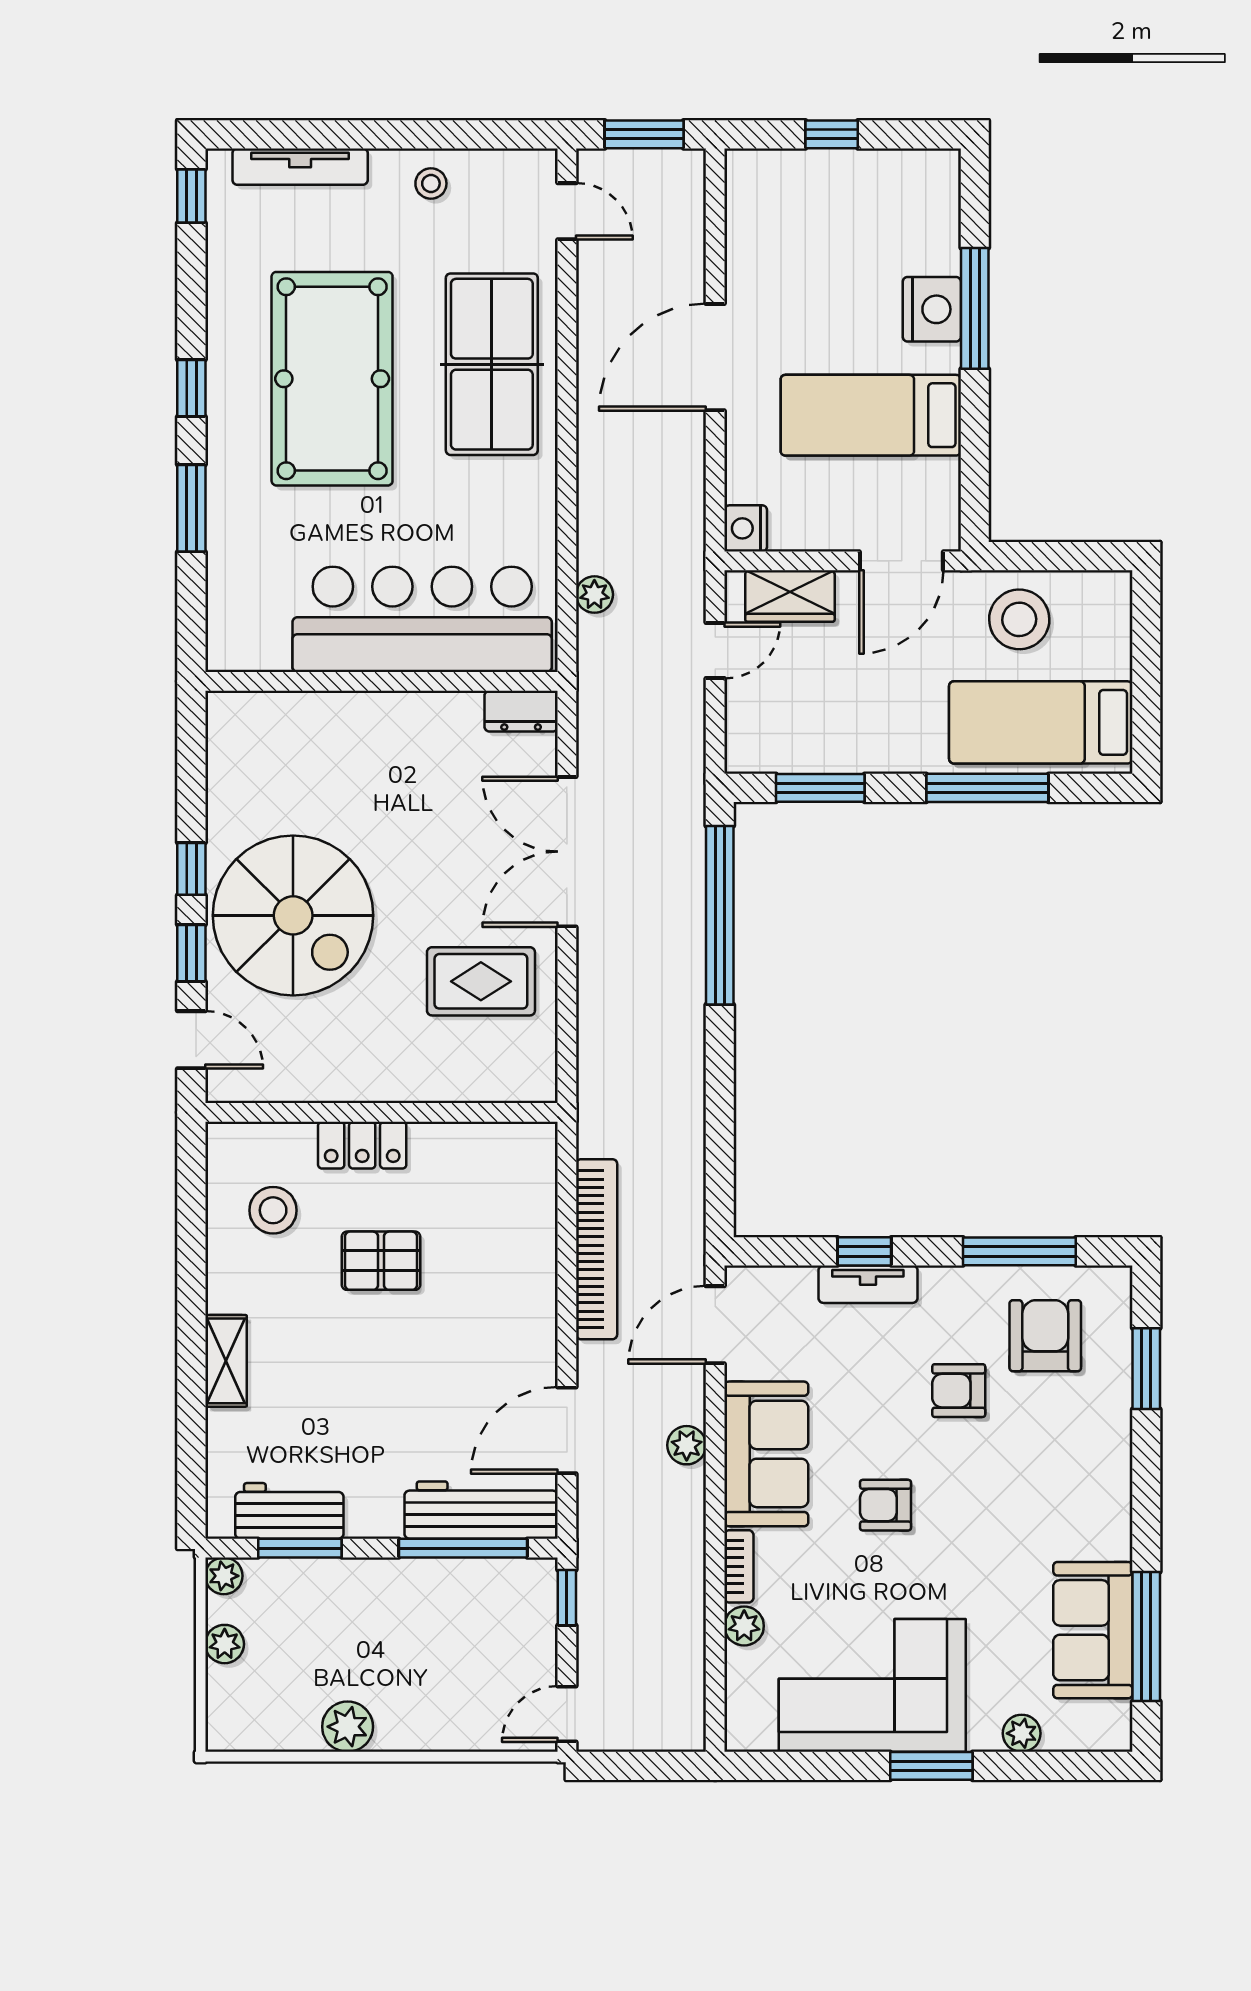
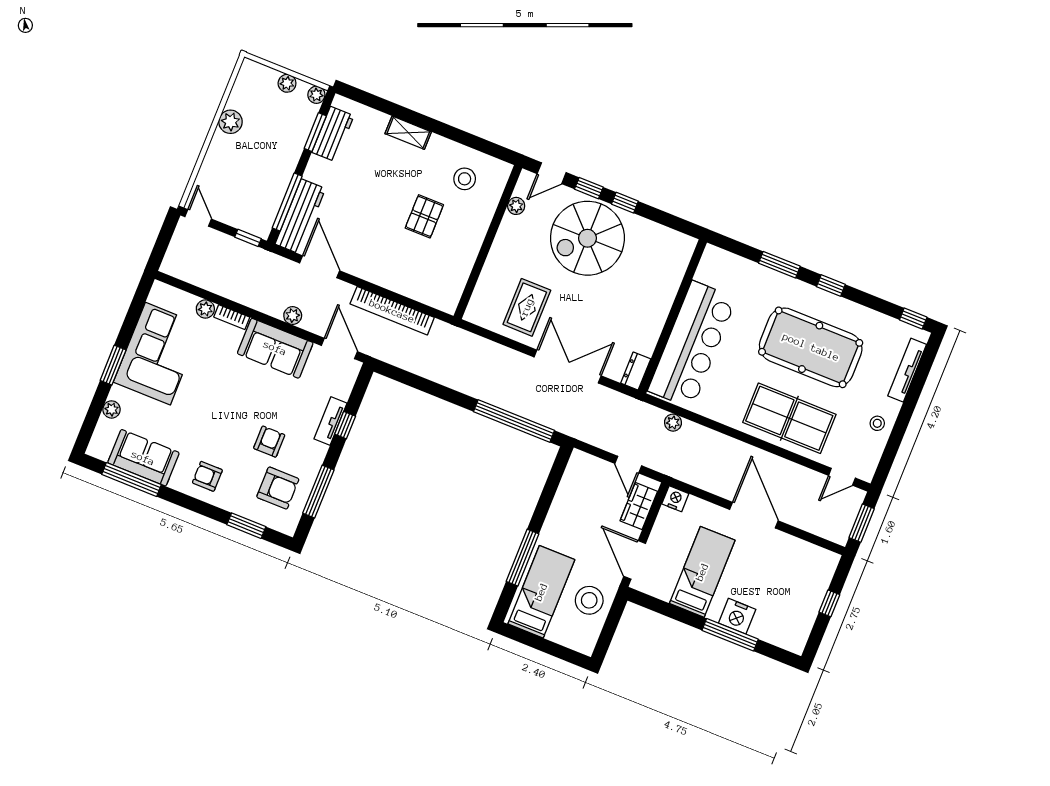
window: (820, 788) -> (551, 486), removed
plant: (286, 1085) -> (516, 206), added
locker: (362, 1145) -> (477, 228), removed
armchair: (885, 1505) -> (207, 476), moved, turned -90

